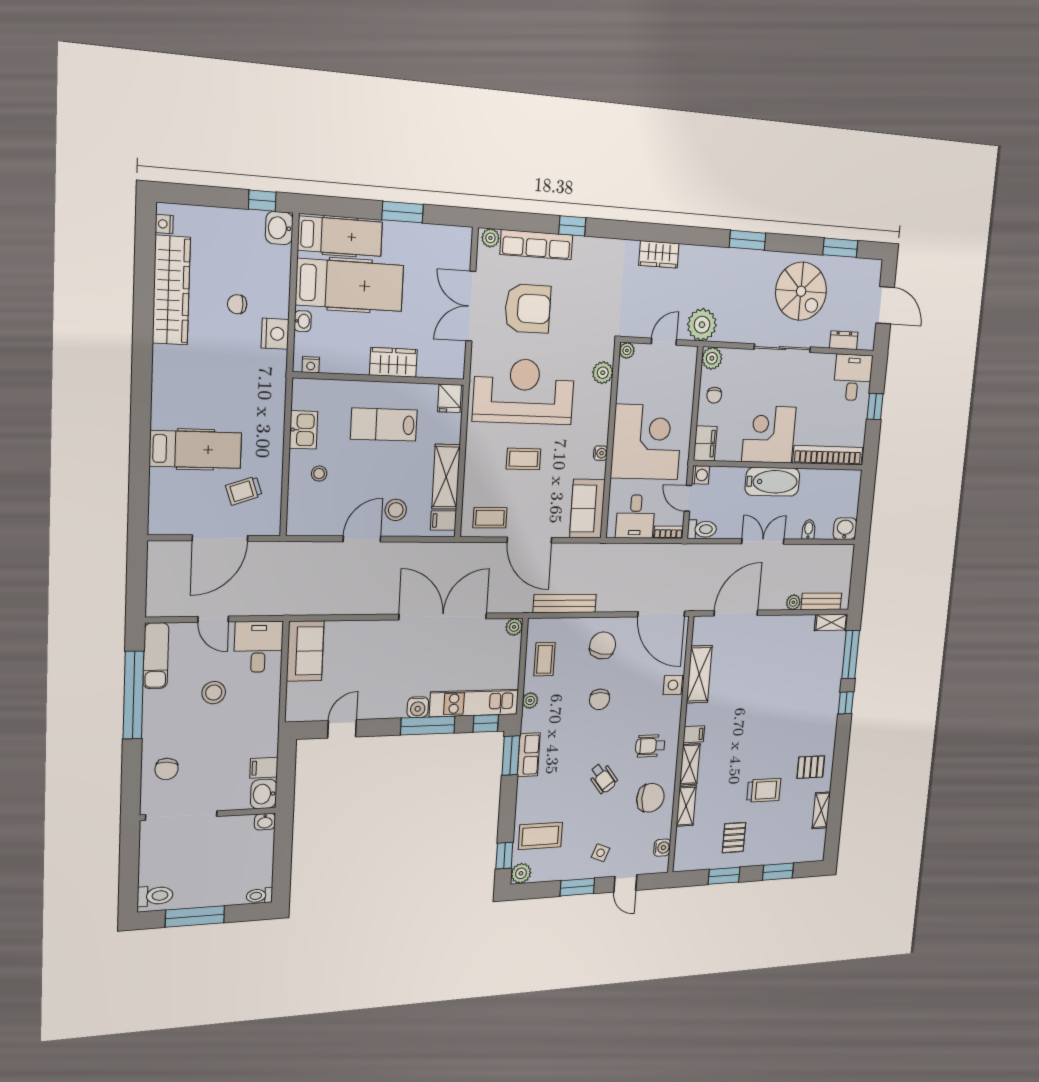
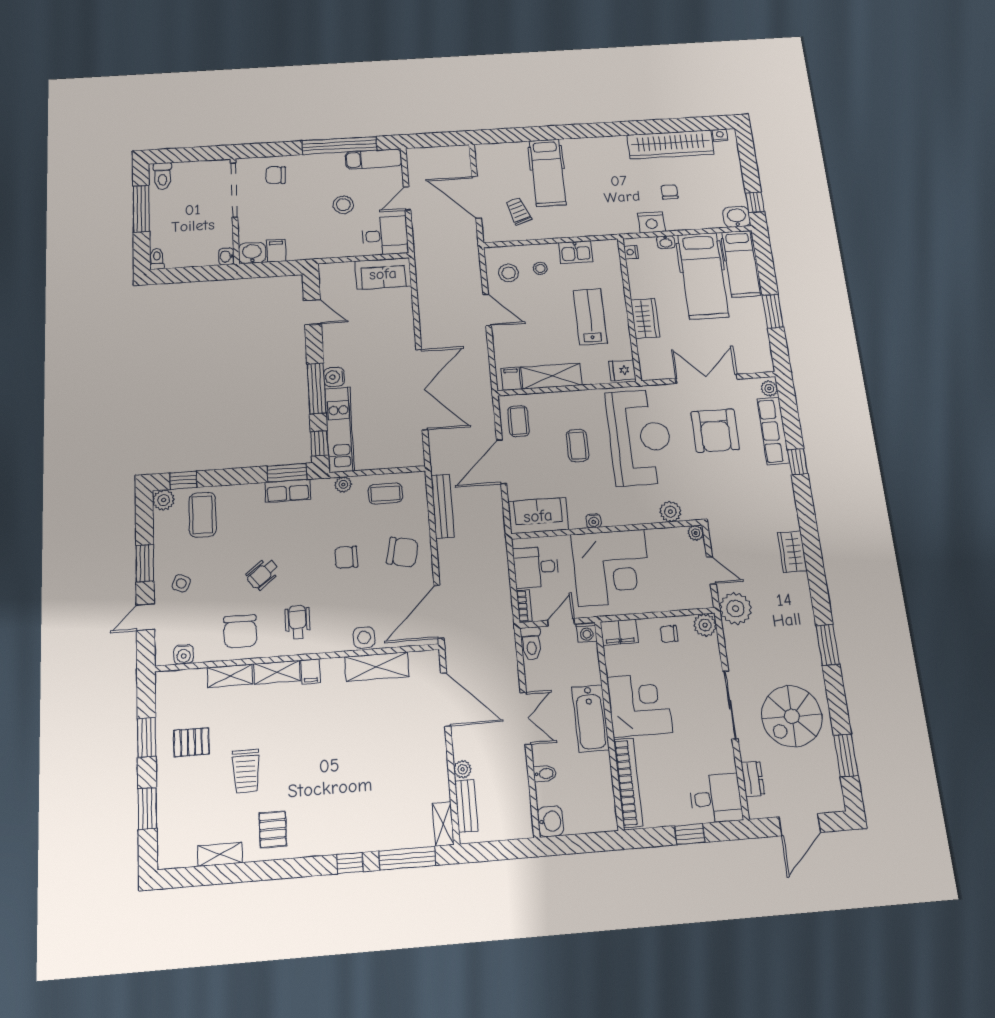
stool: (396, 510) -> (509, 273), moved
plant: (514, 627) -> (416, 458), removed

